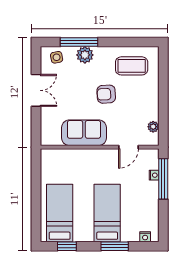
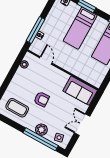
window: (79, 42) -> (41, 139), width x1.46
sofa: (84, 133) -> (80, 91), moved
door: (128, 147) -> (46, 60), hinge flipped

